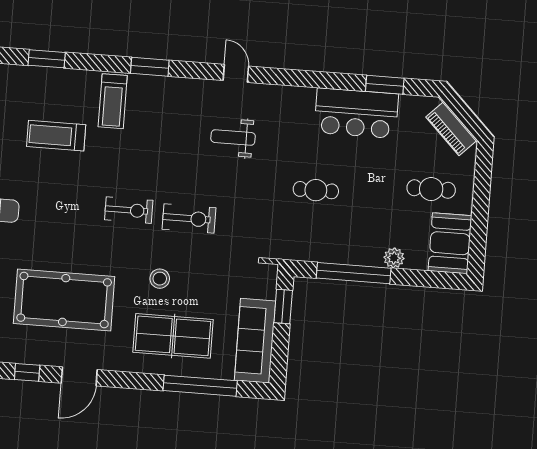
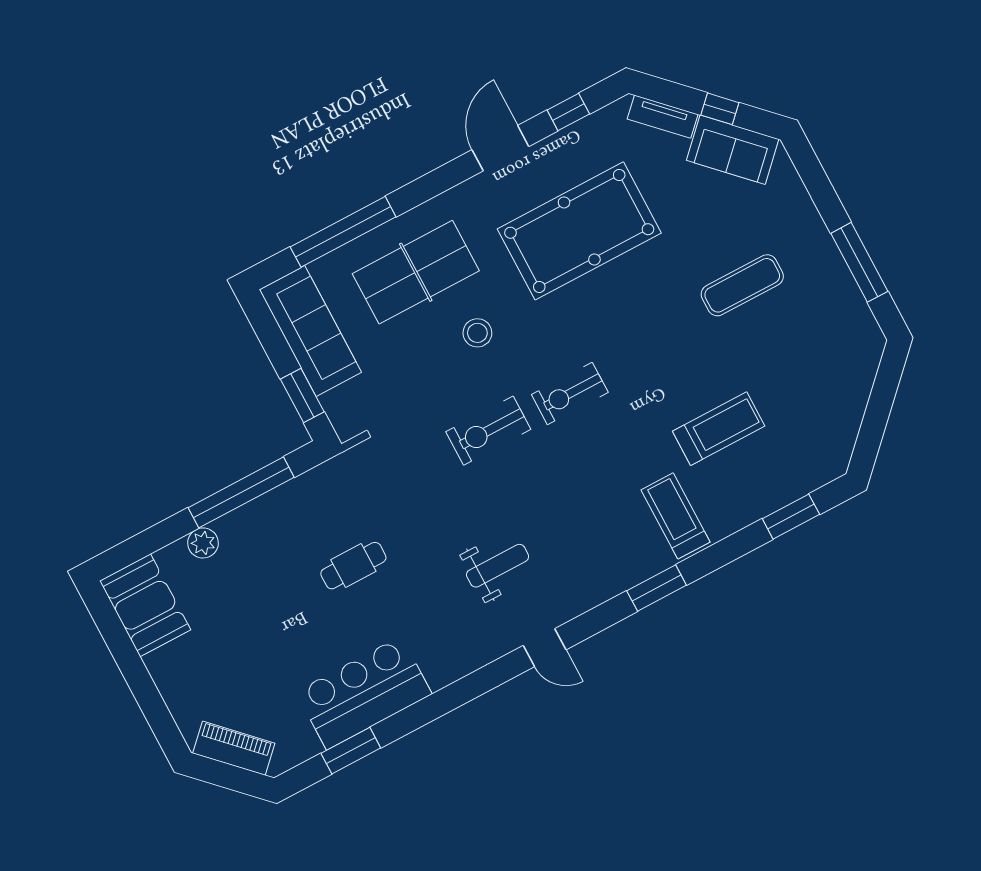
cafe table: (431, 189) -> (211, 658), removed

